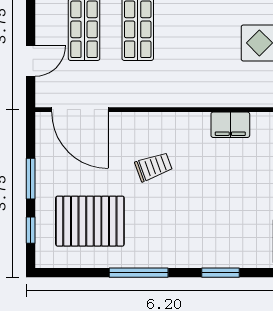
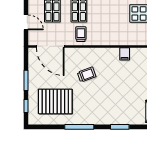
door: (31, 61) -> (26, 22), hinge flipped
trolley: (142, 85) -> (81, 34), added
filing cabinet: (230, 125) -> (125, 54), width x0.50

